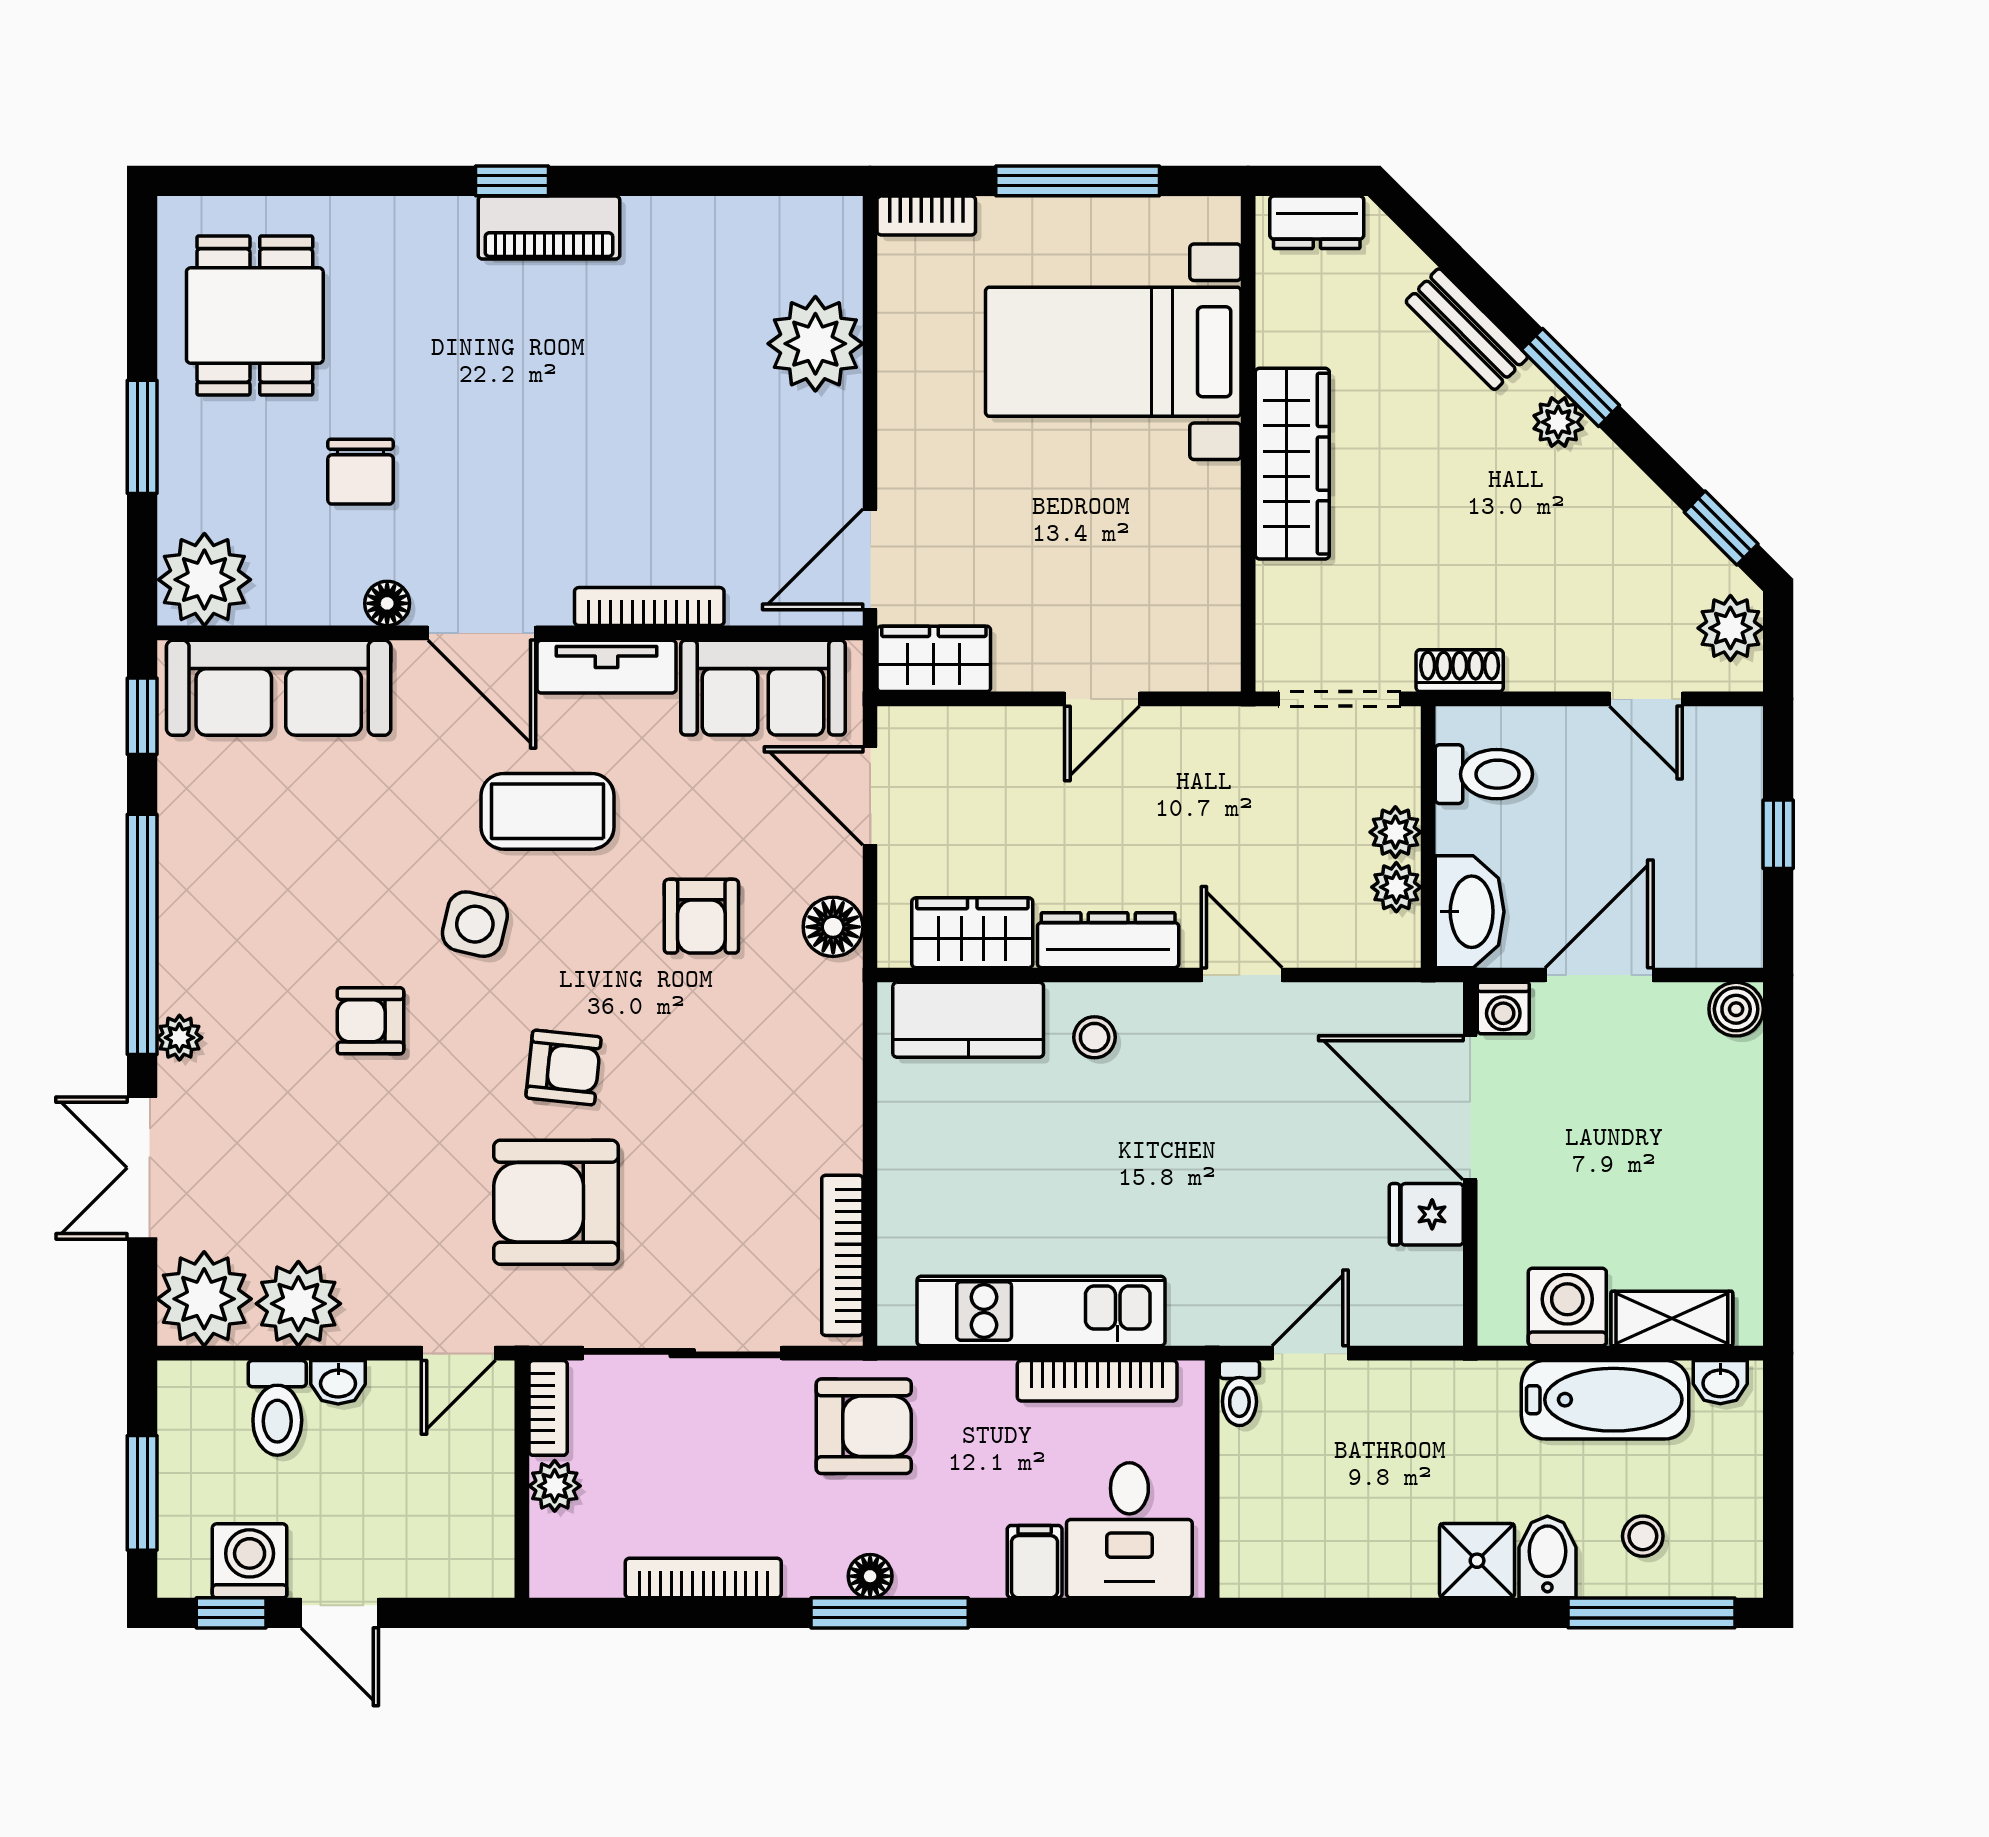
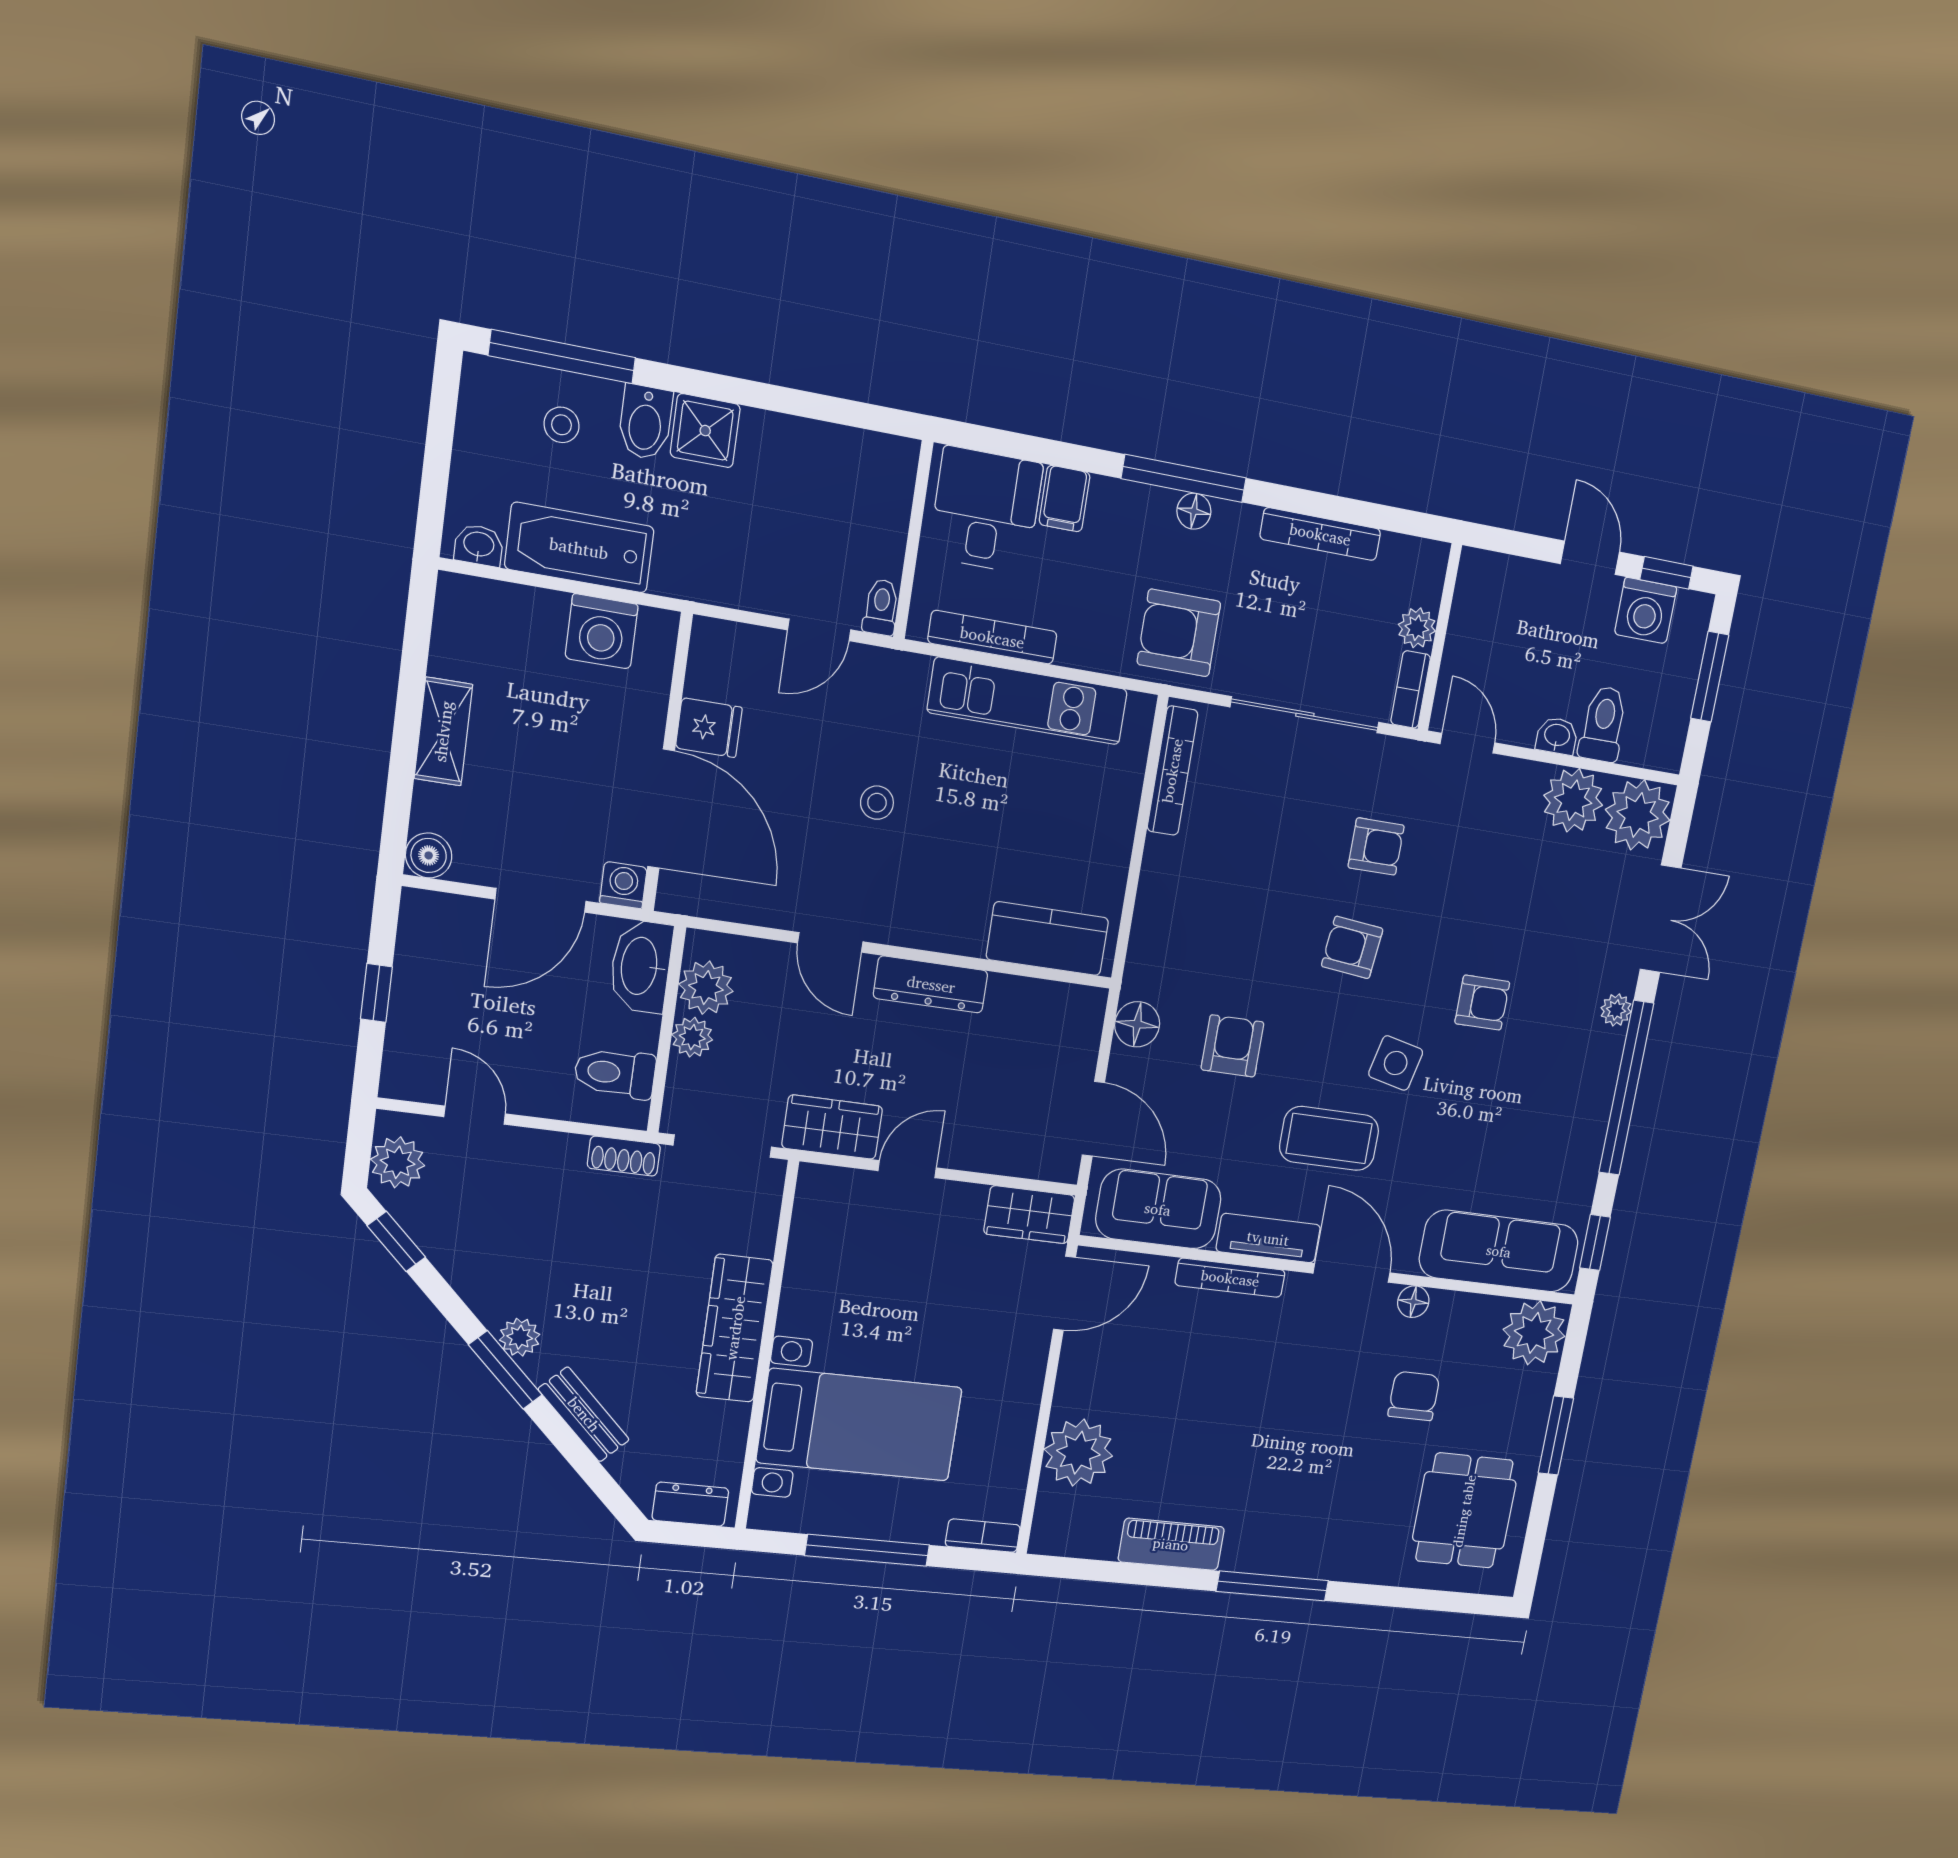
window: (512, 181) -> (1272, 1586), width x2.17
piano: (549, 228) -> (1171, 1544), moved
plant: (1396, 887) -> (706, 988), width x1.38, depth x1.38
wardrobe: (972, 933) -> (832, 1127), moved, turned 180
stool: (1095, 1037) -> (877, 803), moved
armchair: (556, 1202) -> (1376, 846), width x0.53, depth x0.53
shelving: (1672, 1319) -> (443, 731), moved, turned 90
door: (458, 1353) -> (1467, 743), hinge flipped

